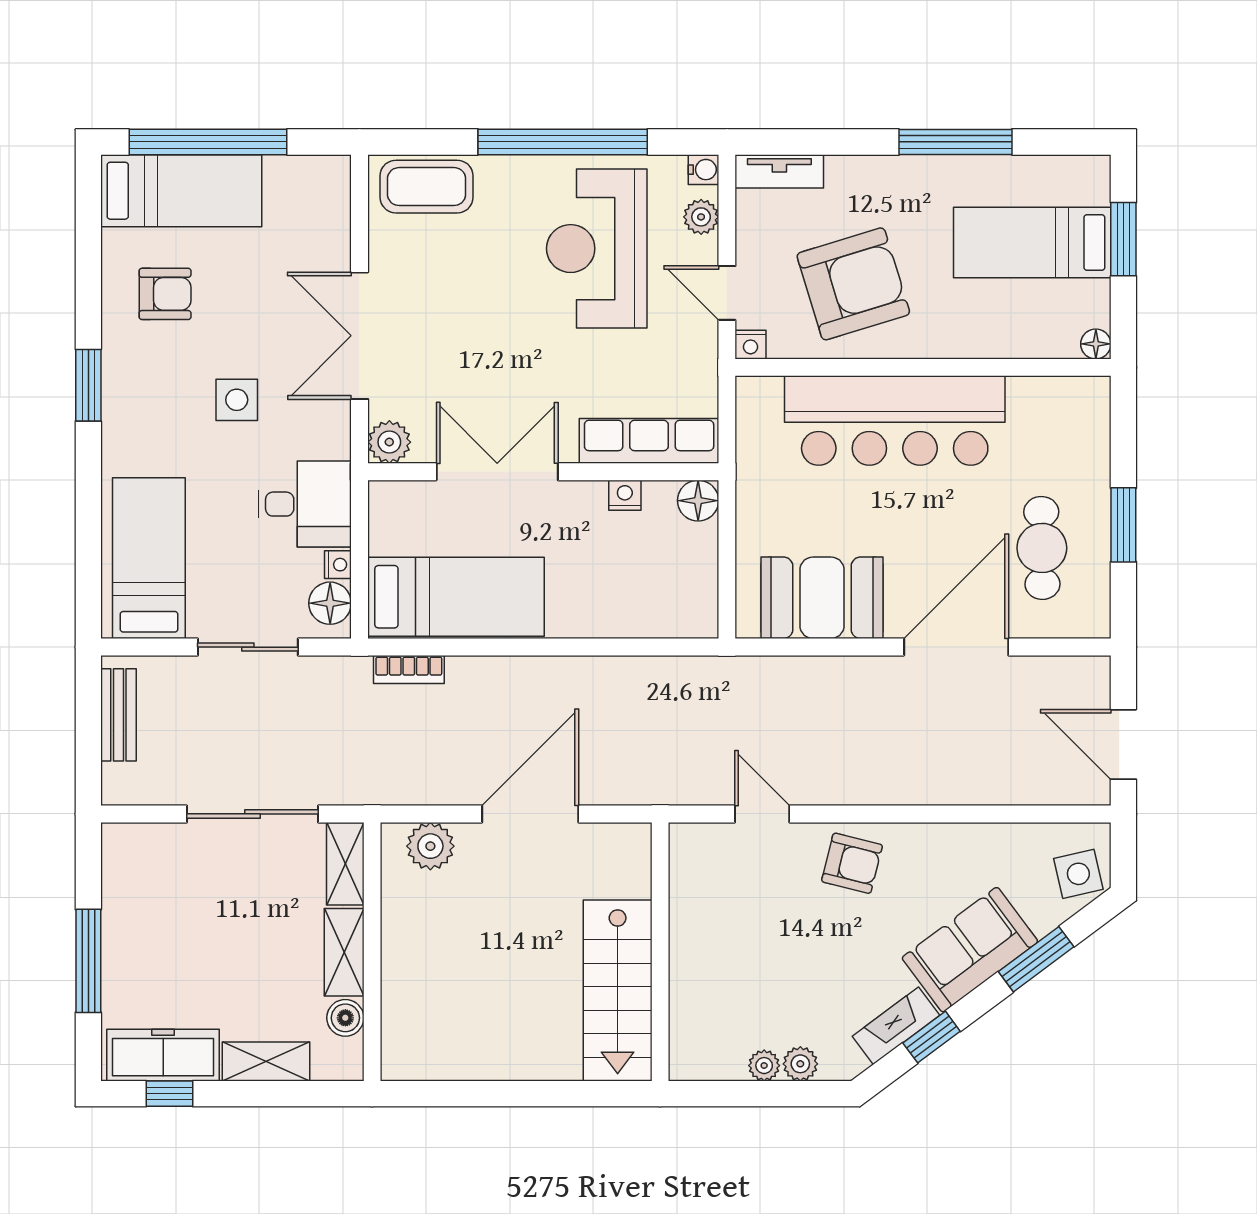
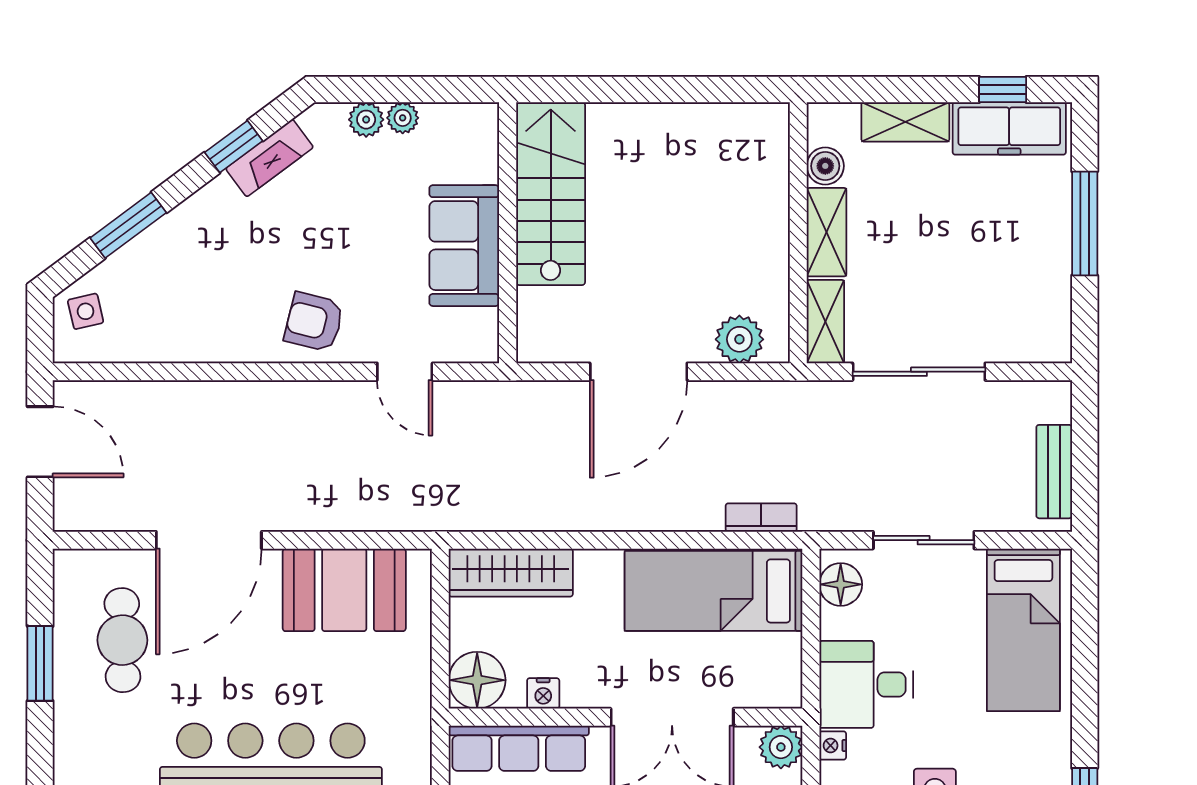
floor lamp: (698, 501) -> (477, 680), width x1.38, depth x1.38
nightstand: (338, 565) -> (833, 746), moved
wardrobe: (657, 615) -> (511, 573), added
side table: (1078, 874) -> (86, 311), width x0.73, depth x0.73
sofa: (970, 950) -> (464, 246), moved, turned 127

